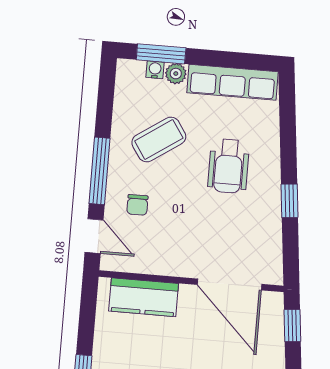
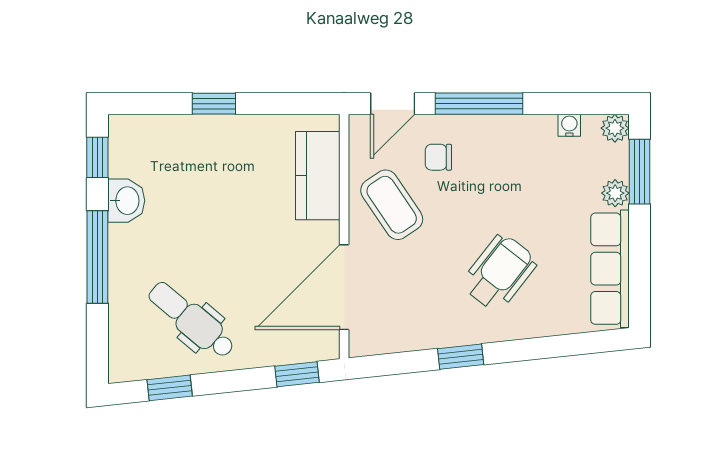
plant: (127, 70) -> (615, 128), added
water cooler: (155, 70) -> (569, 125), moved, turned -90
coffee table: (159, 140) -> (392, 205), moved
wheelchair: (228, 166) -> (499, 273), turned 128

